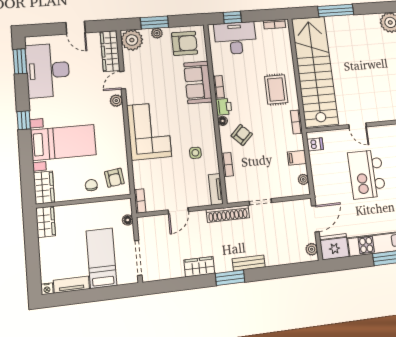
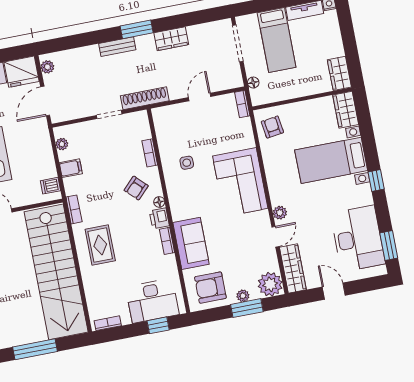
chair: (91, 185) -> (296, 117), removed
tv unit: (216, 189) -> (160, 124), removed

